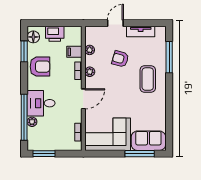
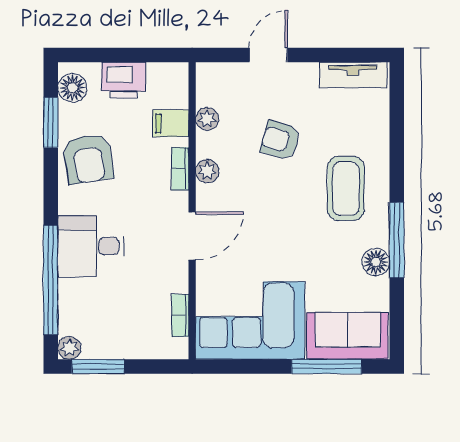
tv unit: (141, 32) -> (353, 75), moved
window: (169, 57) -> (397, 240), moved
armchair: (40, 67) -> (88, 159), turned 81
floor lamp: (160, 110) -> (376, 262), added
plant: (32, 122) -> (69, 348), moved

